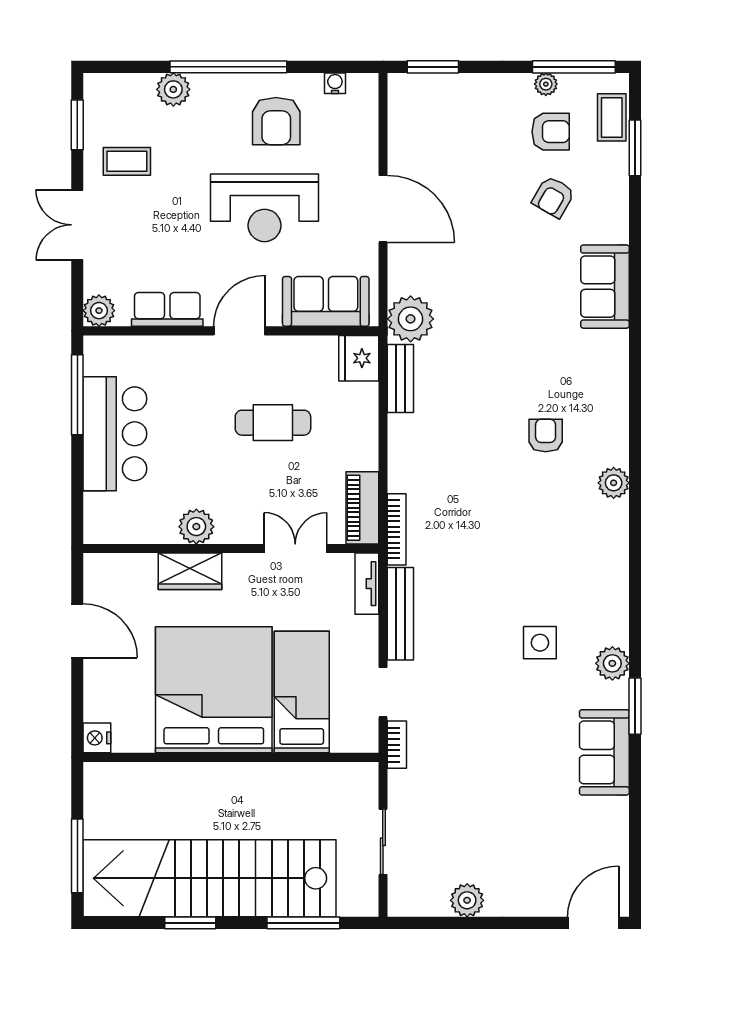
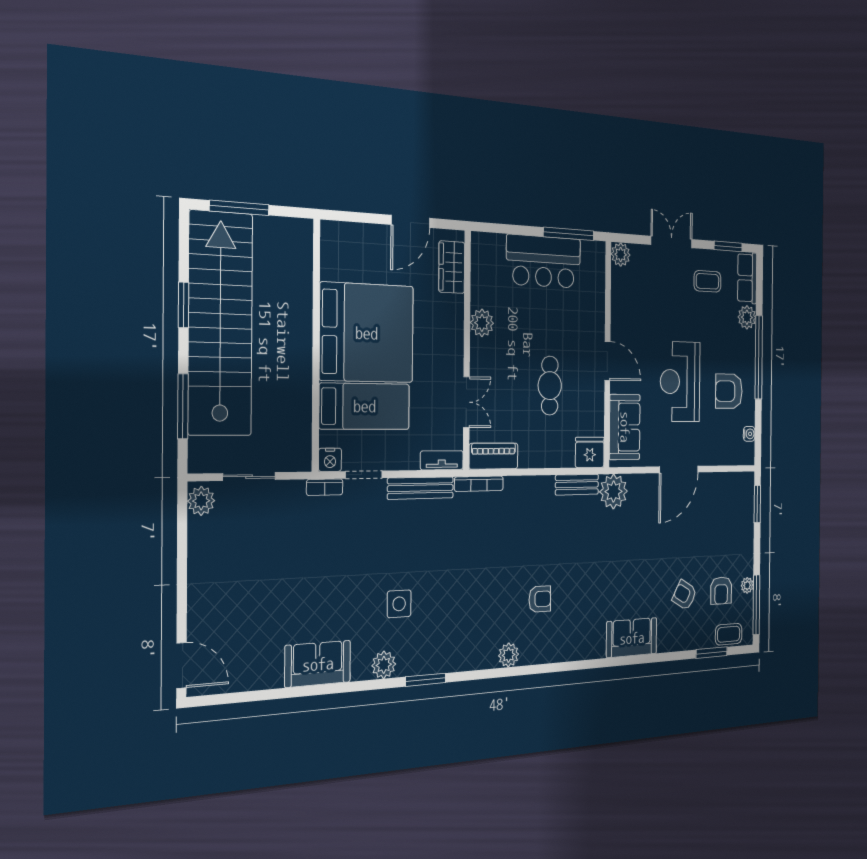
coffee table: (127, 161) -> (707, 281), turned 90
row of seats: (167, 309) -> (747, 278), moved, turned 180
wardrobe: (190, 571) -> (452, 267), moved
window: (635, 706) -> (426, 680), moved
nightstand: (97, 738) -> (330, 460), moved, turned 180
plant: (467, 900) -> (201, 501), moved

